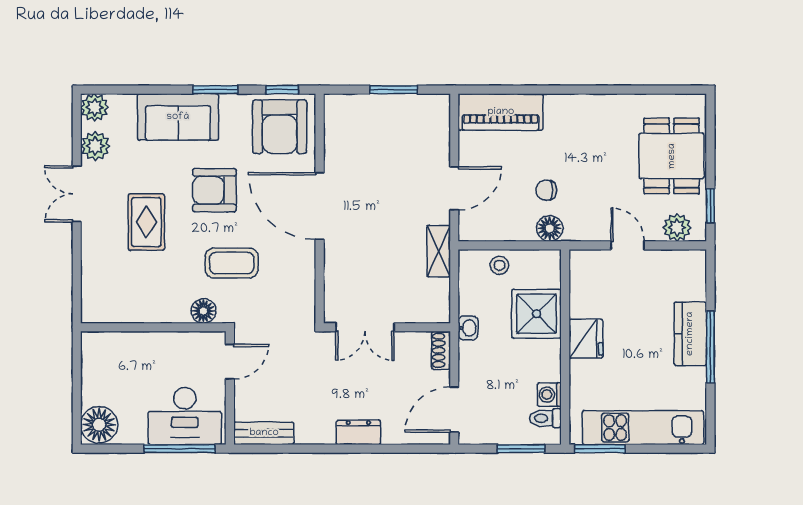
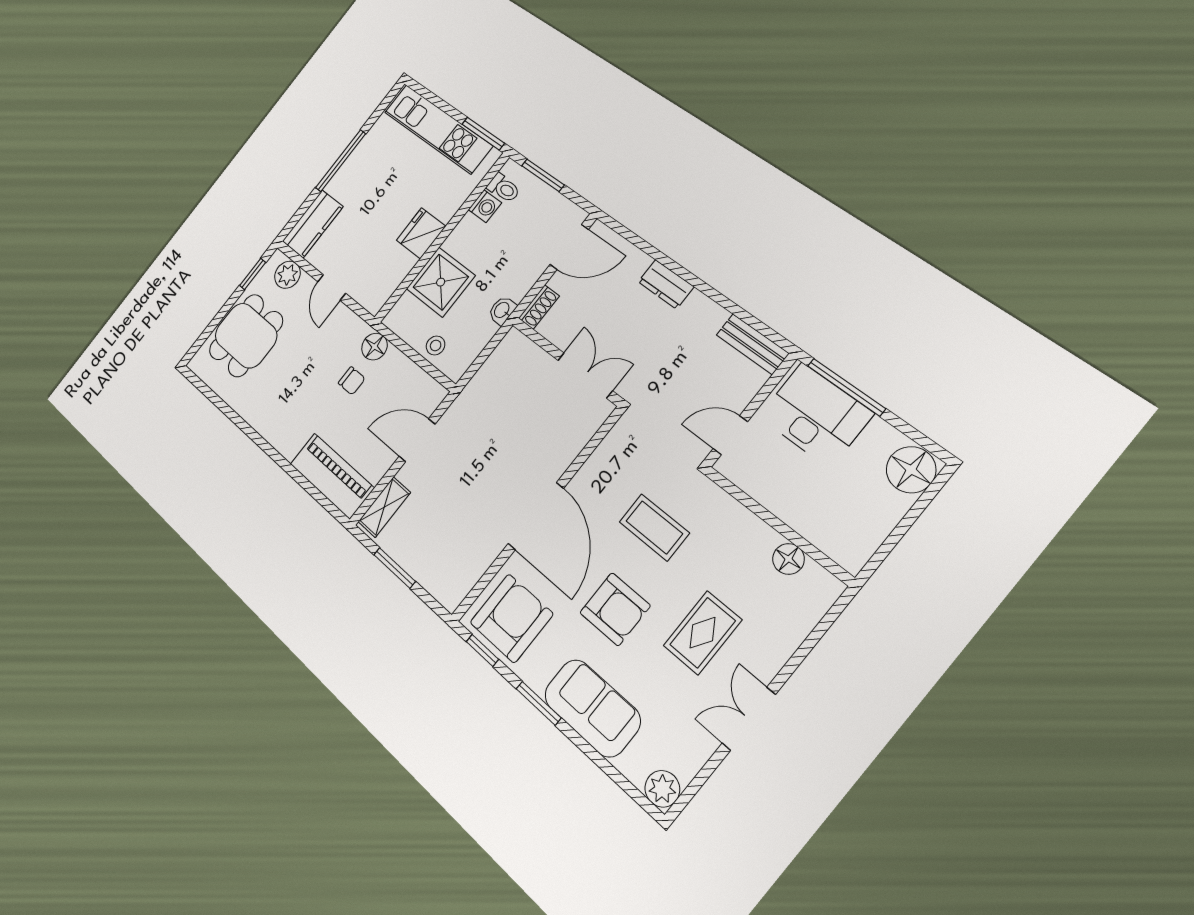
plant: (95, 146) -> (692, 750), removed
double door: (77, 194) -> (749, 719), swing flipped
shelving: (439, 251) -> (384, 507), moved
floor lamp: (203, 311) -> (788, 559), moved
kitchen counter: (690, 334) -> (313, 224), moved

